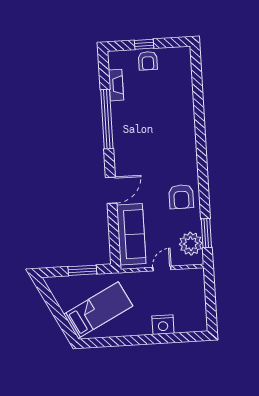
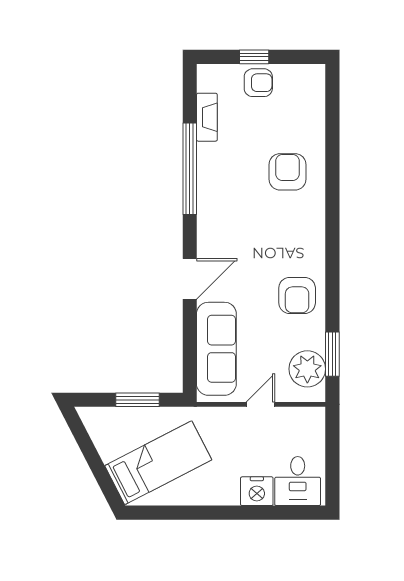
armchair: (148, 61) -> (258, 83), turned -90
armchair: (170, 117) -> (288, 172), added
desk: (189, 316) -> (298, 481), added

